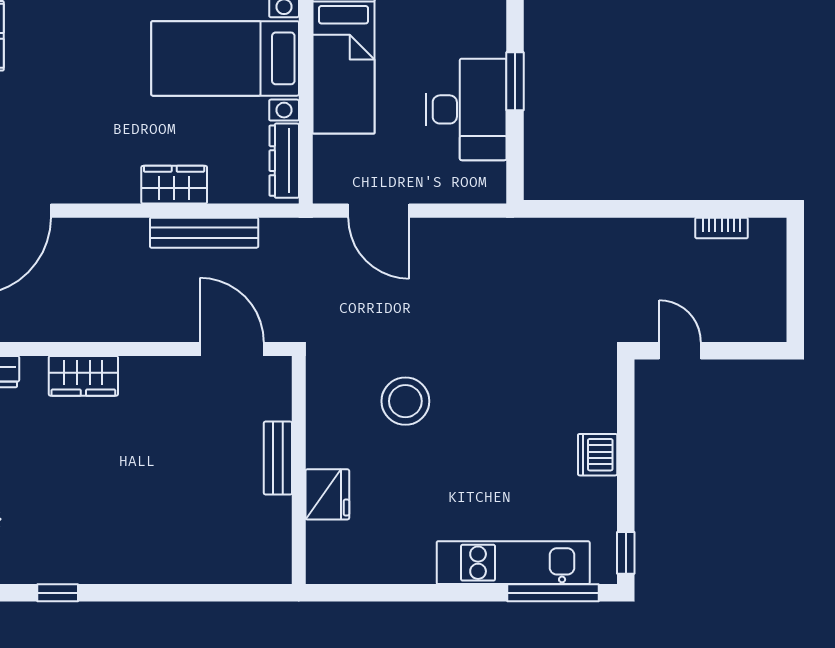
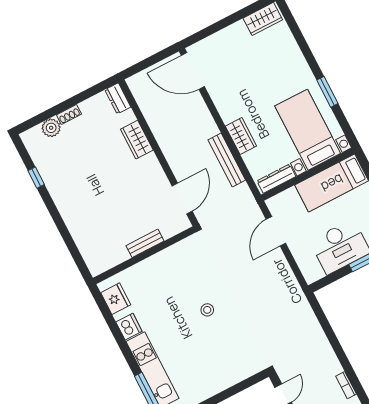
stool: (405, 401) -> (207, 310), moved, width x0.53, depth x0.53
dishwasher: (598, 455) -> (129, 327), moved, turned 90
fridge: (327, 494) -> (116, 299), moved, turned -90

